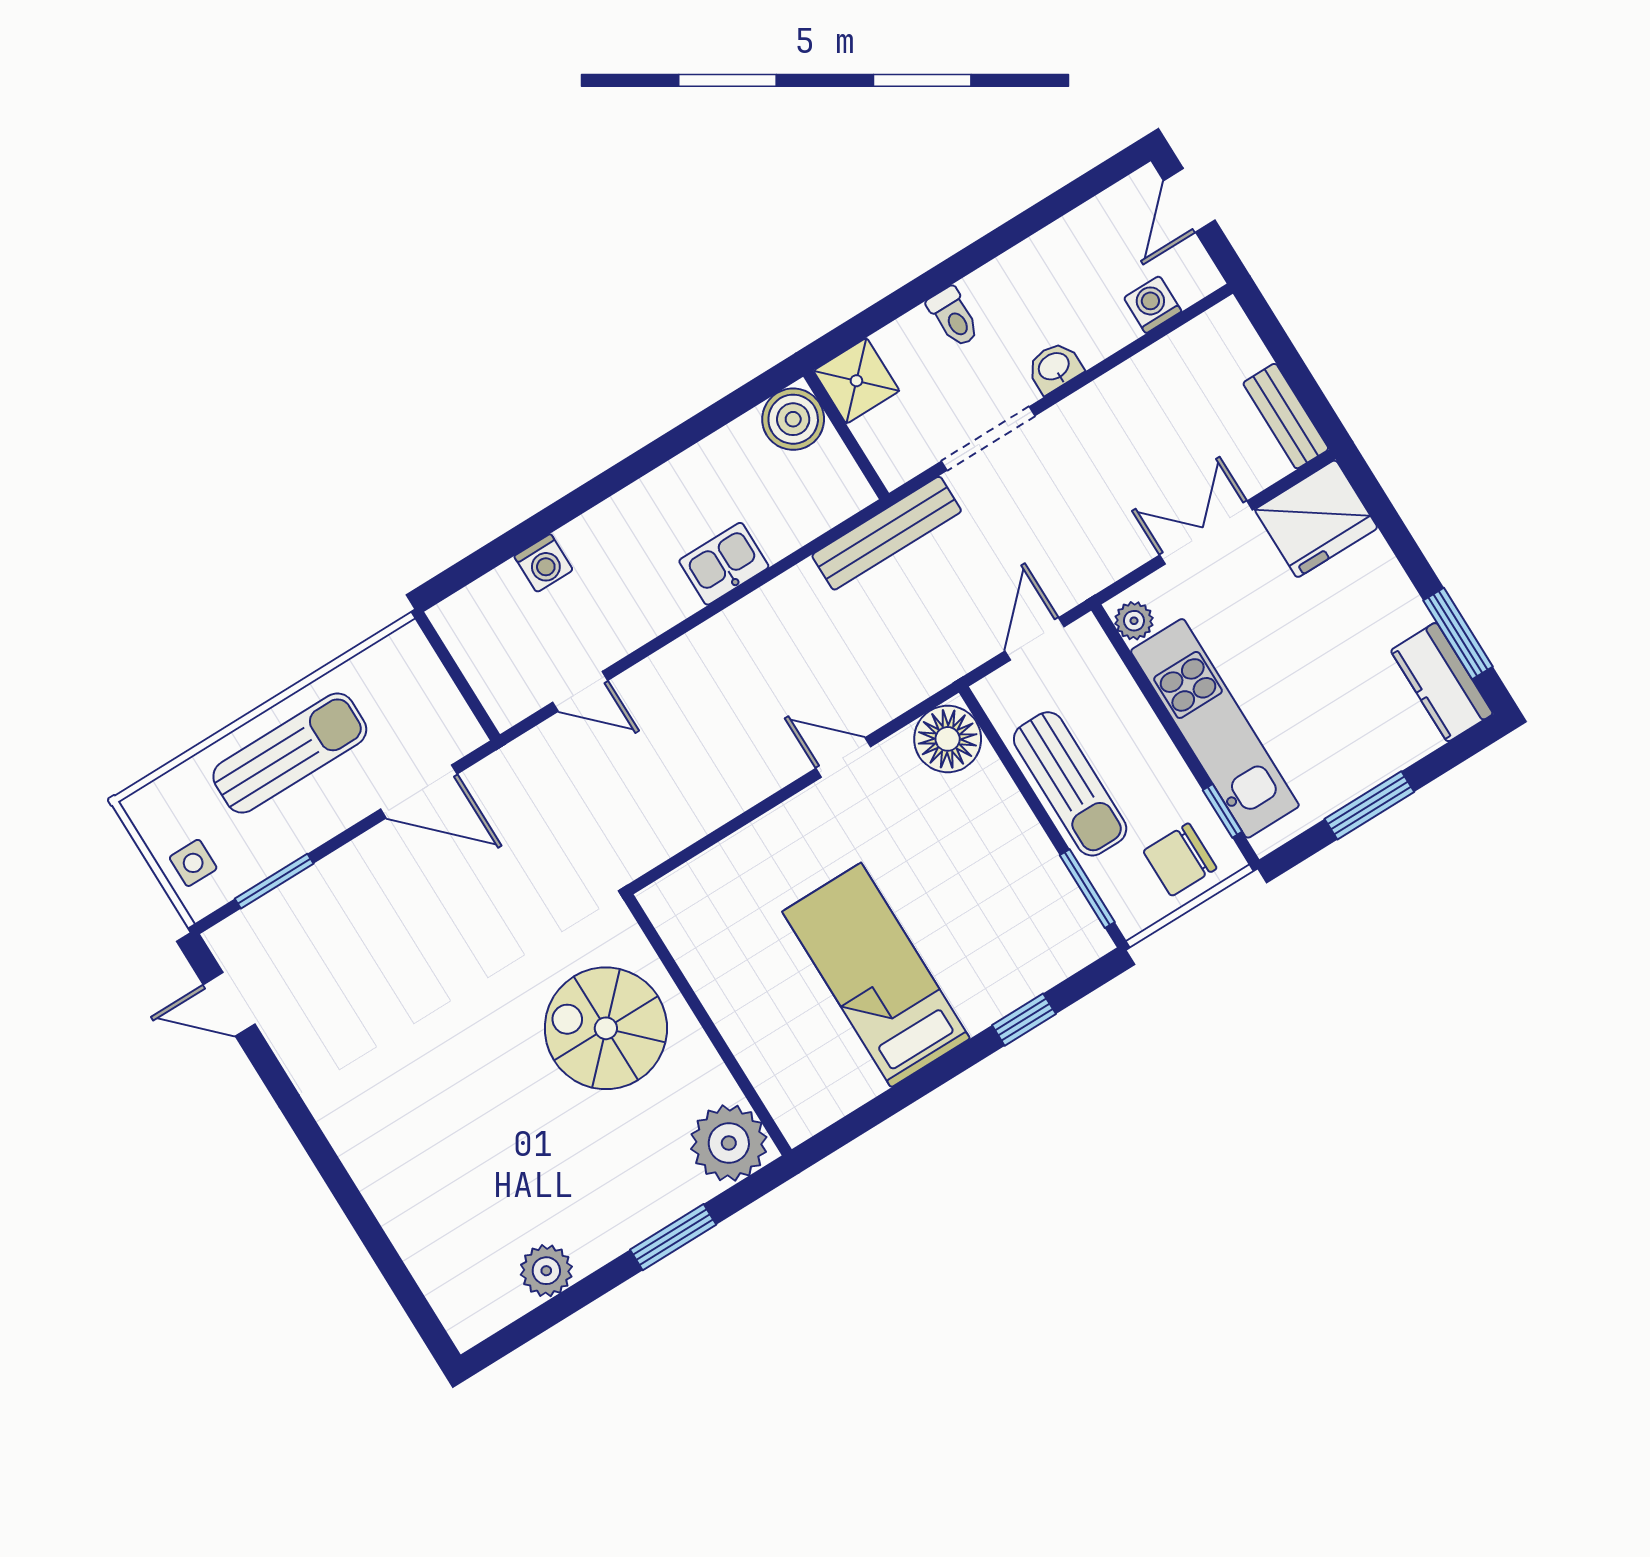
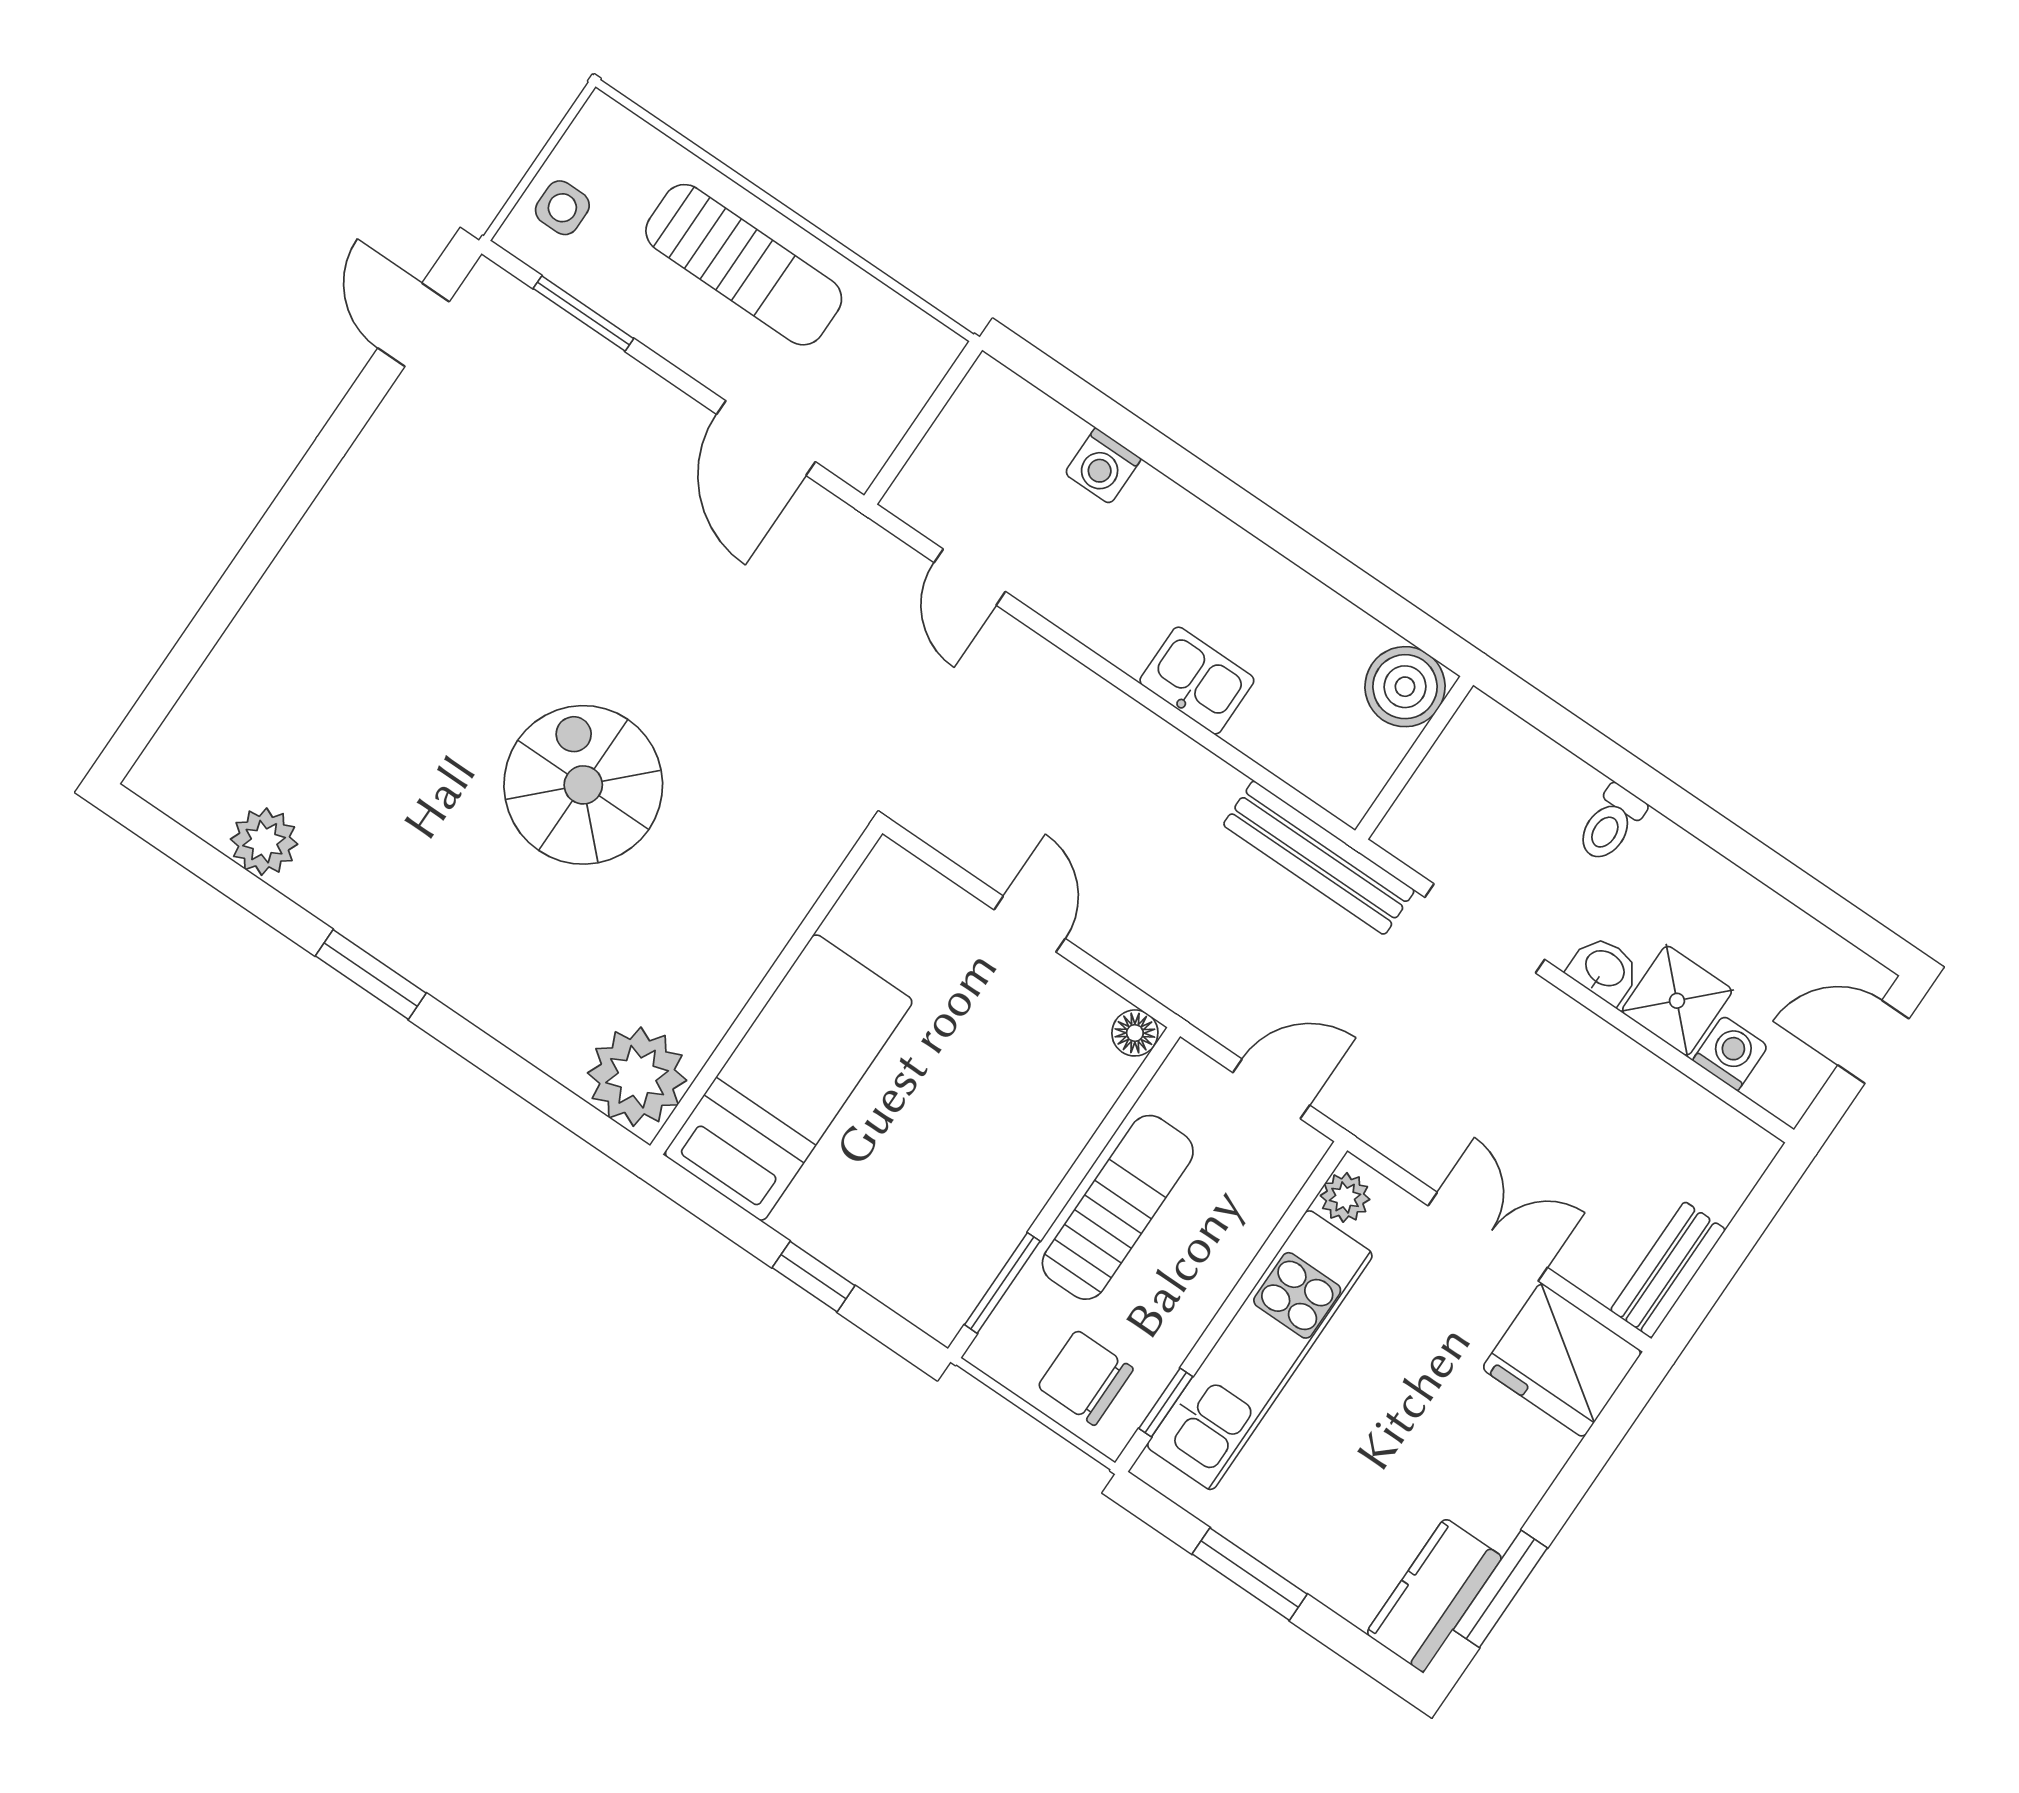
shower: (856, 381) -> (1677, 1001), moved
floor lamp: (948, 739) -> (1135, 1033), width x0.53, depth x0.53
sun lounger: (1070, 784) -> (1118, 1207), turned 180
wall: (708, 1025) -> (766, 989), moved
plant: (729, 1143) -> (637, 1077), moved

